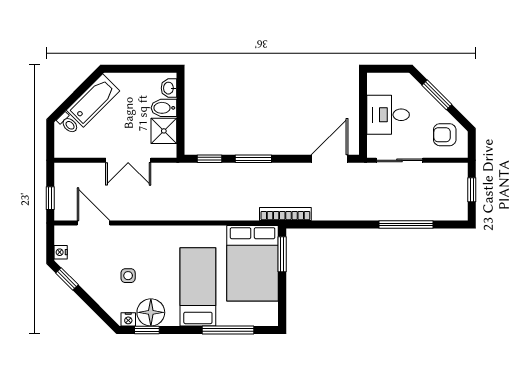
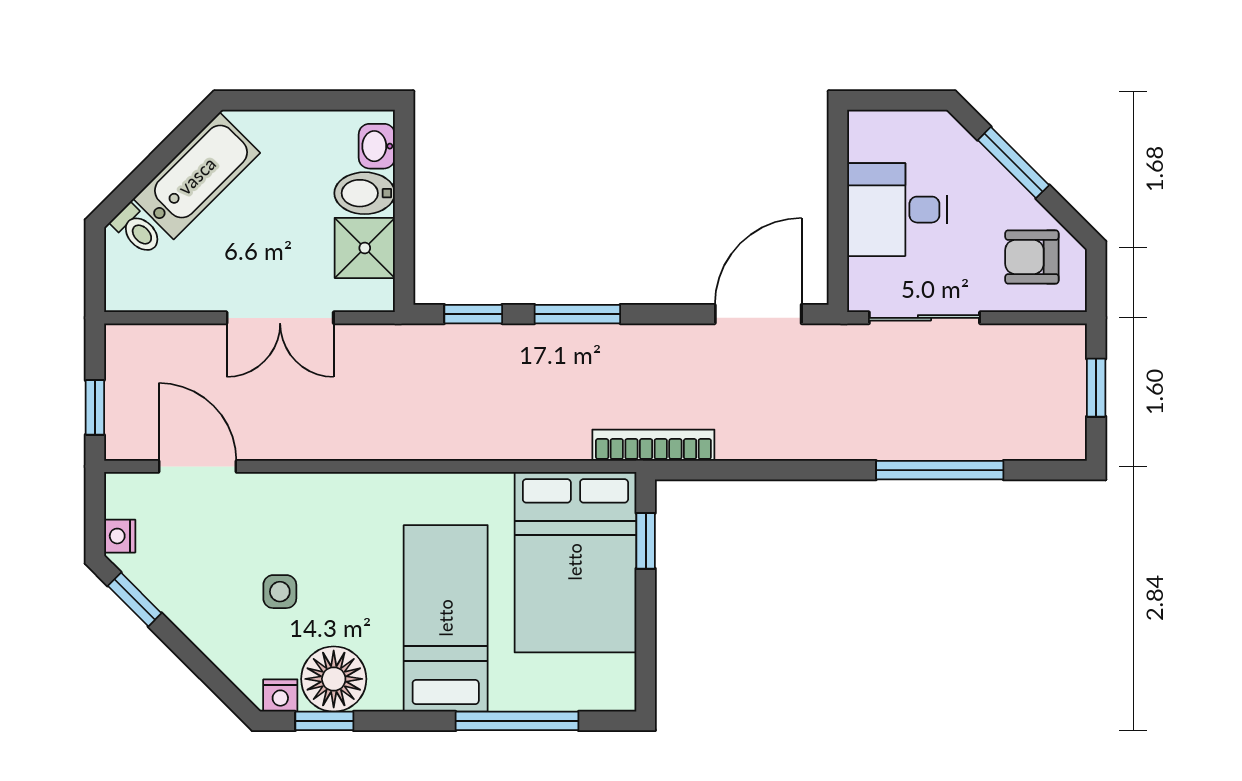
window: (282, 254) -> (646, 541), width x0.67

